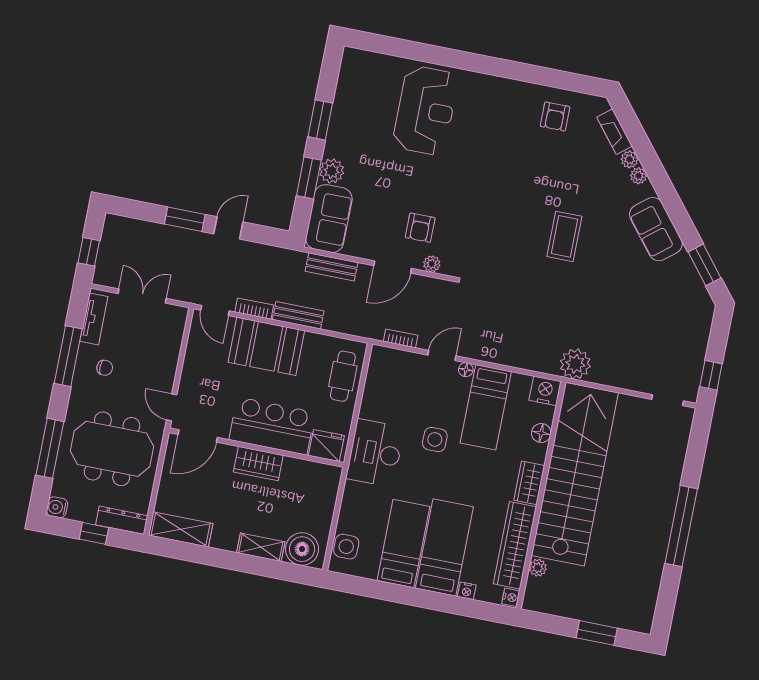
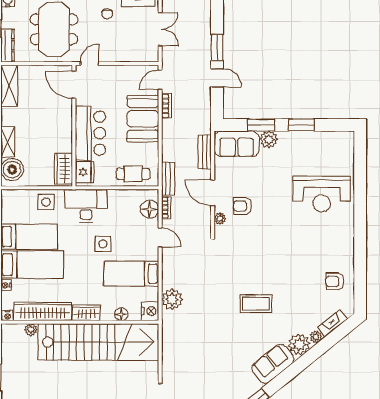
plant: (639, 176) -> (299, 344), width x1.87, depth x1.87
bench: (298, 315) -> (168, 179), moved
plant: (575, 364) -> (172, 299), moved
floor lamp: (466, 370) -> (149, 209), moved, width x1.89, depth x1.89
wardrobe: (258, 464) -> (63, 169), moved
side table: (346, 547) -> (46, 202), moved

